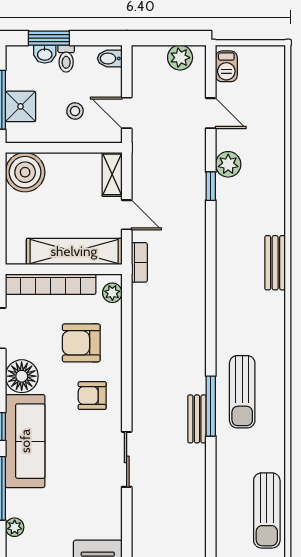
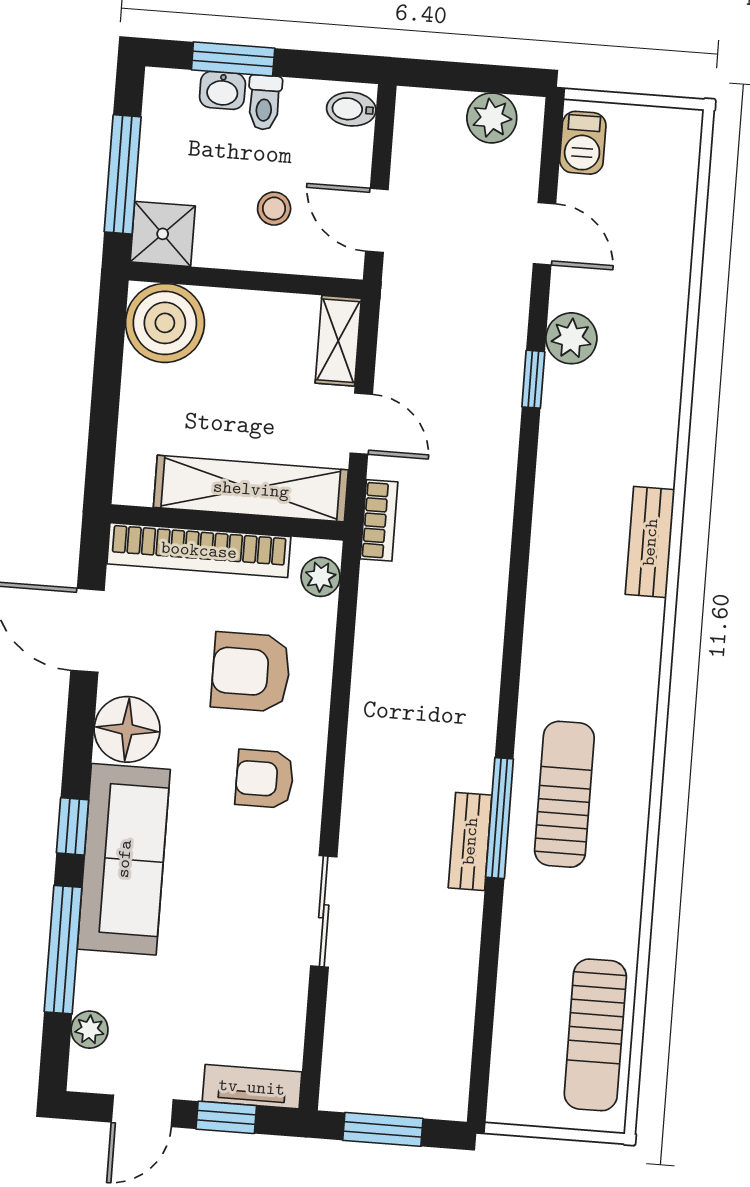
shower: (20, 106) -> (163, 234), moved
sun lounger: (242, 392) -> (564, 794), turned 180

